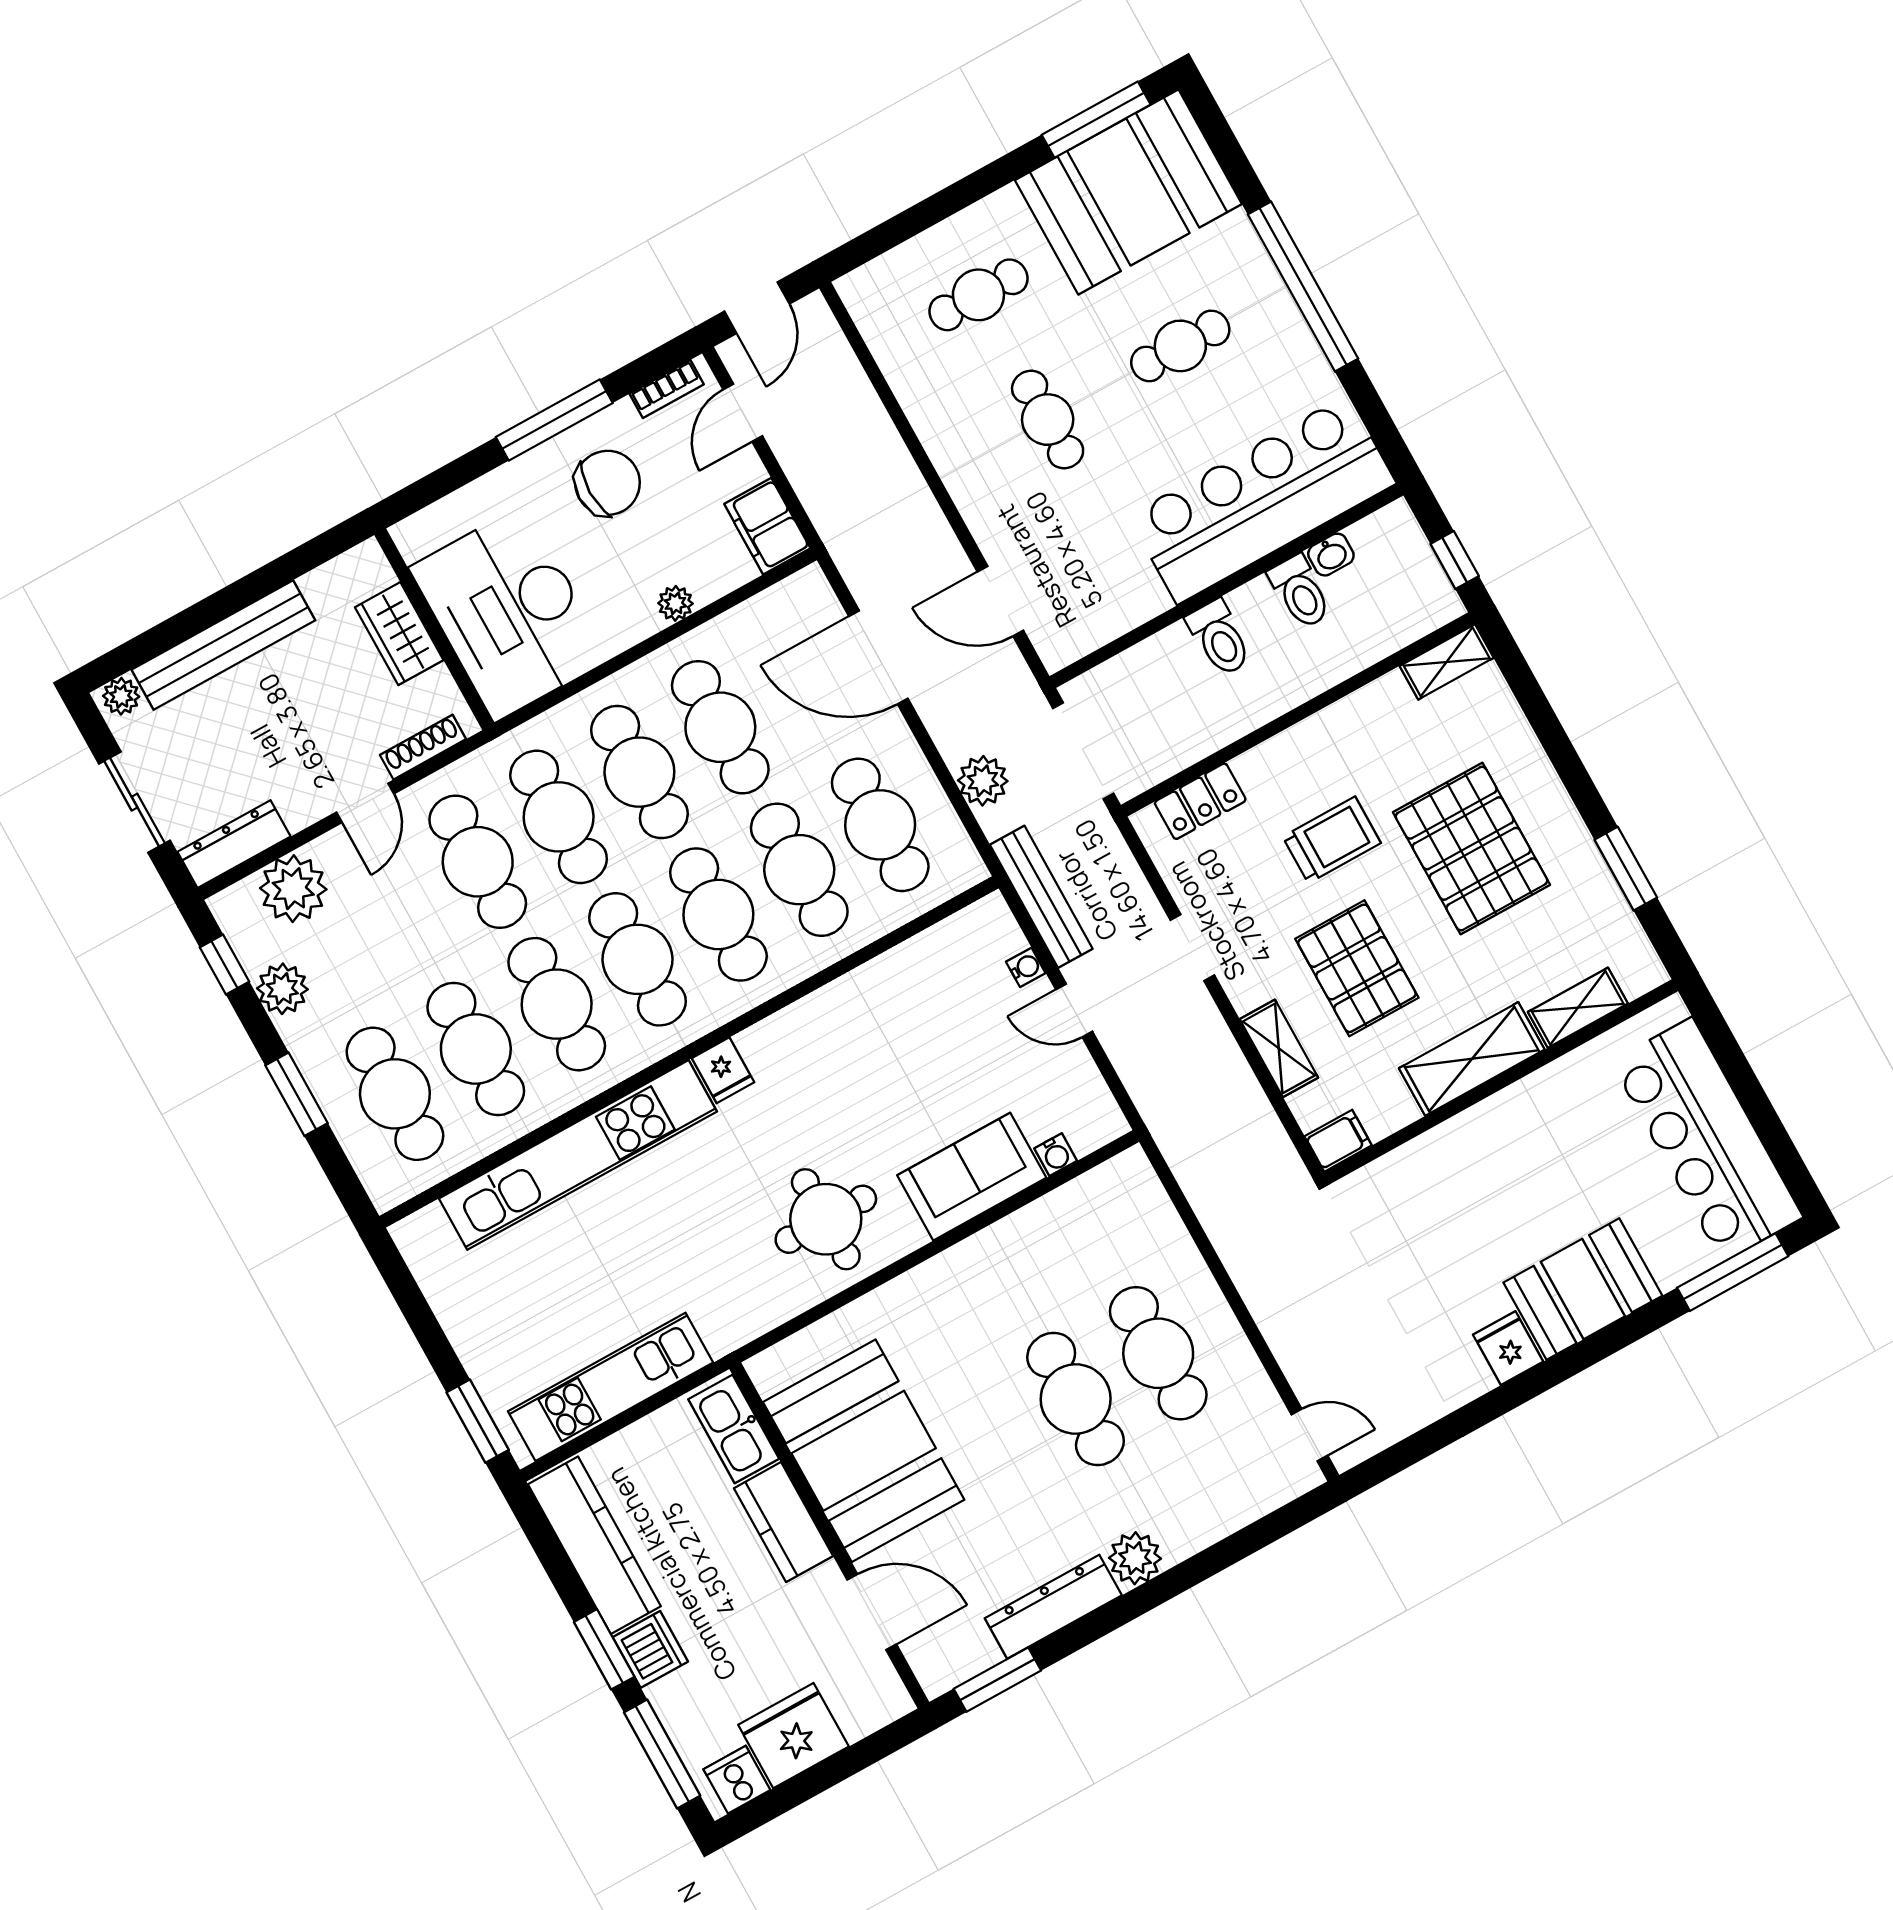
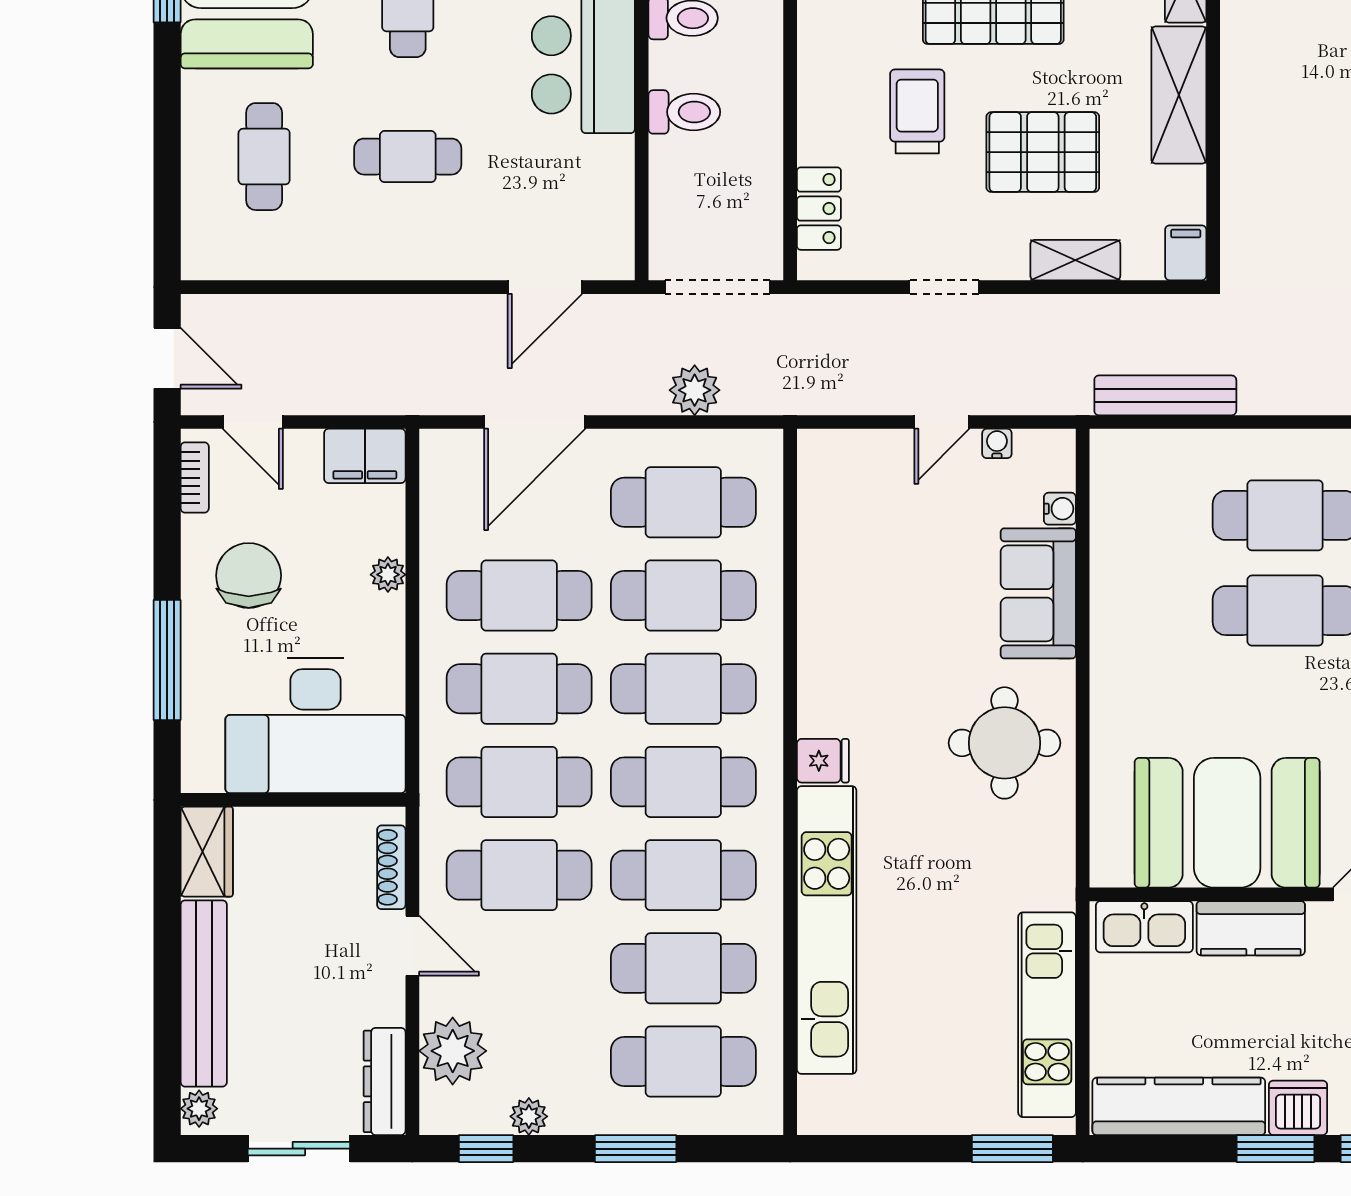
window: (554, 420) -> (167, 660), moved
wardrobe: (399, 634) -> (207, 852), moved, turned -90
bench: (1041, 897) -> (1165, 395), moved
water cooler: (1026, 967) -> (997, 443), moved
plant: (282, 989) -> (529, 1116), width x0.73, depth x0.73

